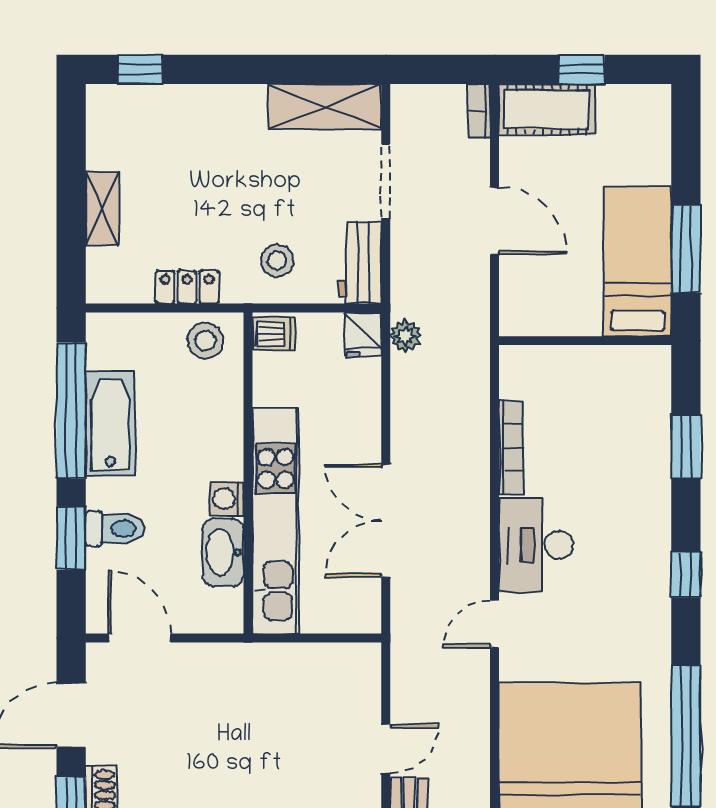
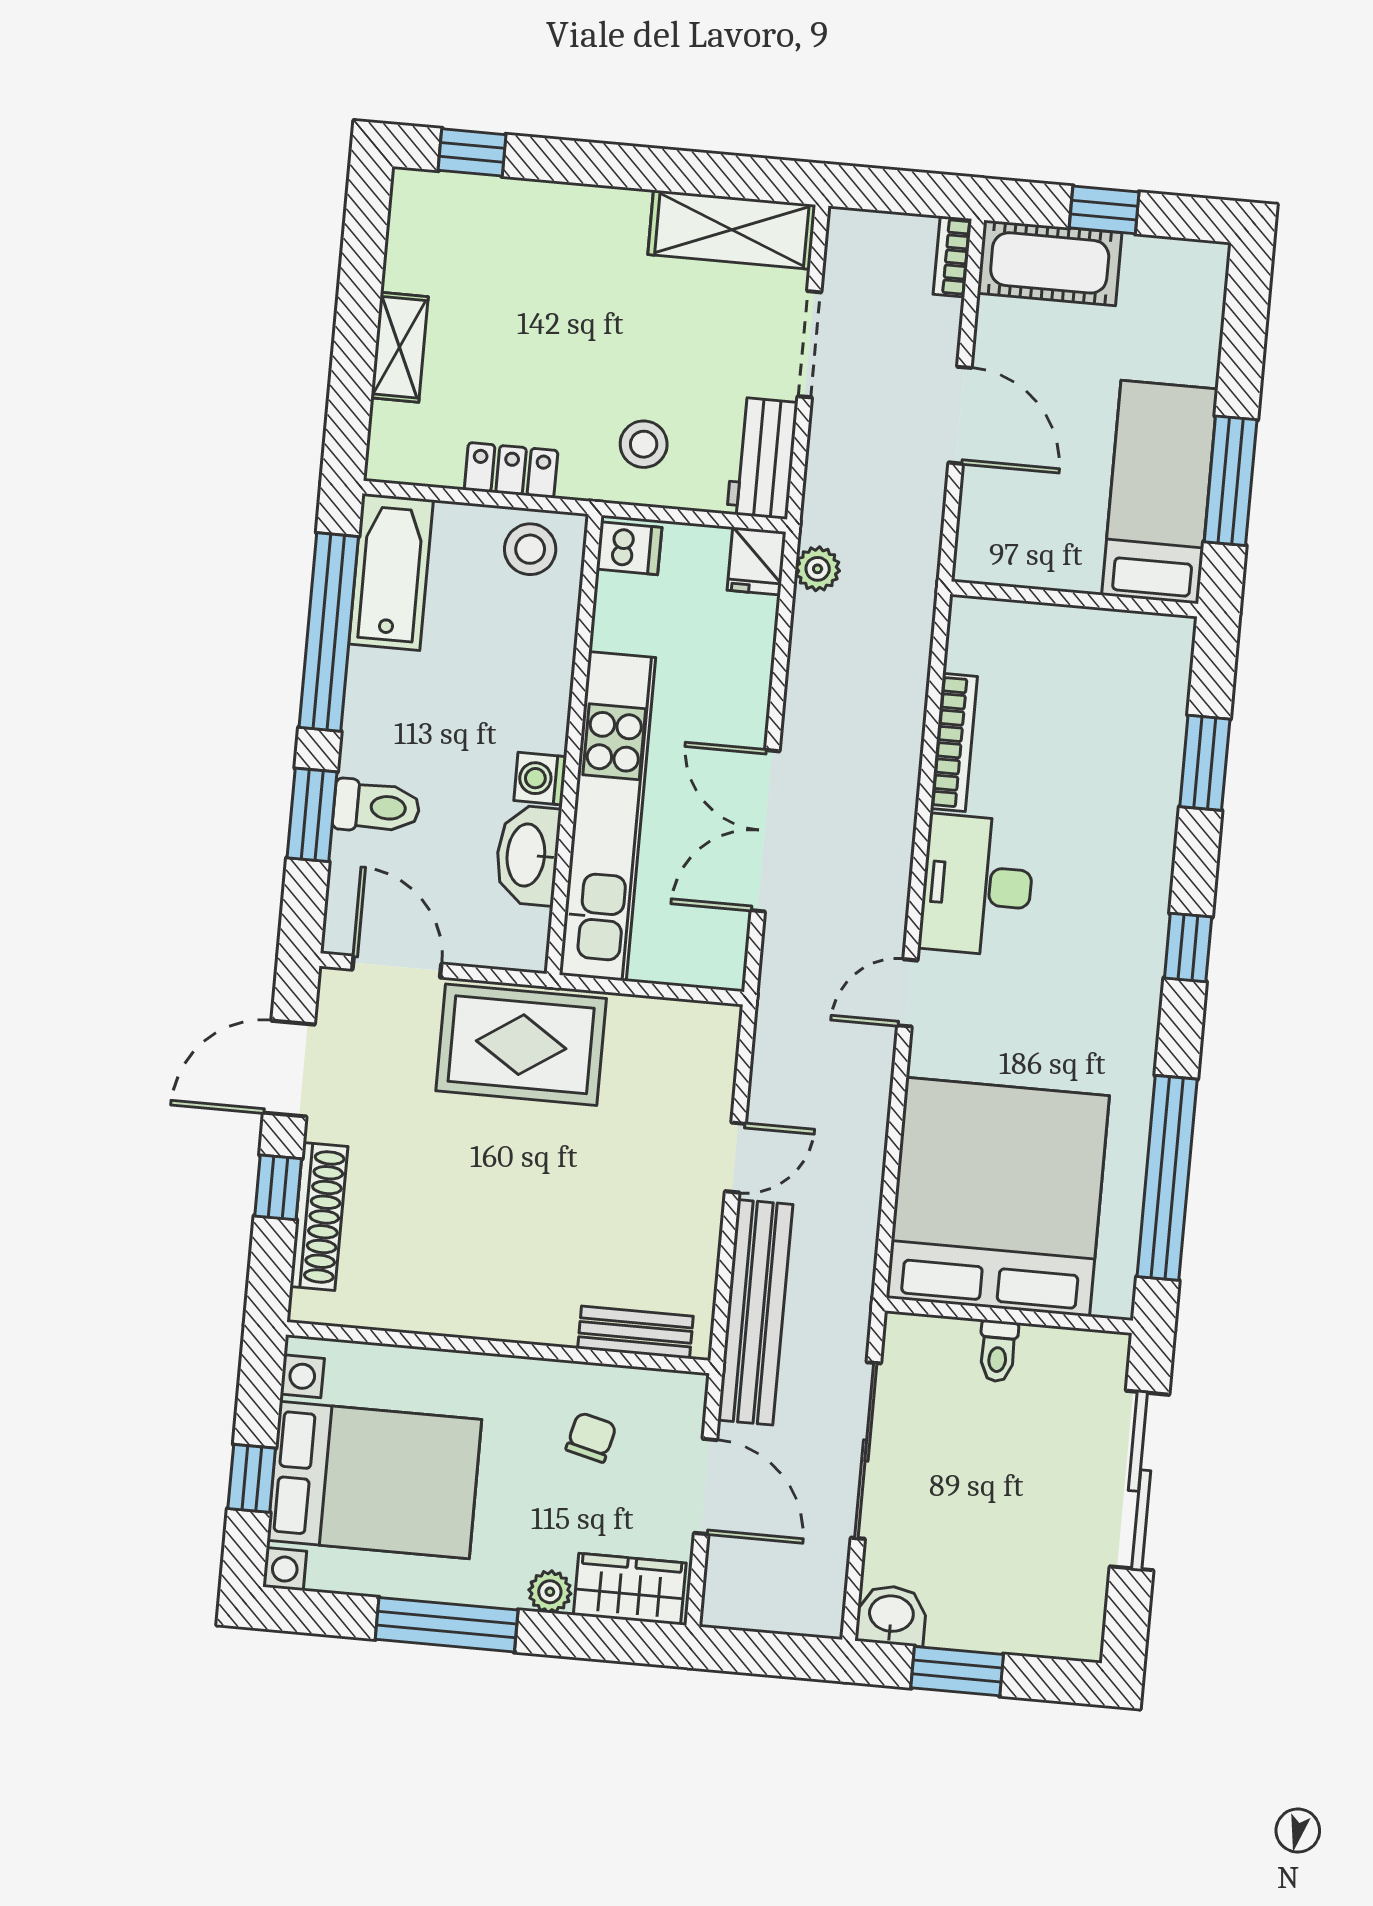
bathtub: (110, 423) -> (391, 572), moved
rug: (230, 684) -> (521, 1045), added

